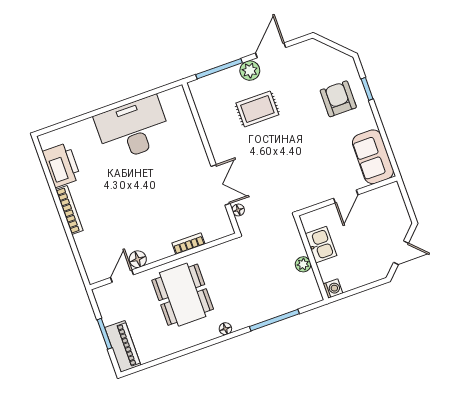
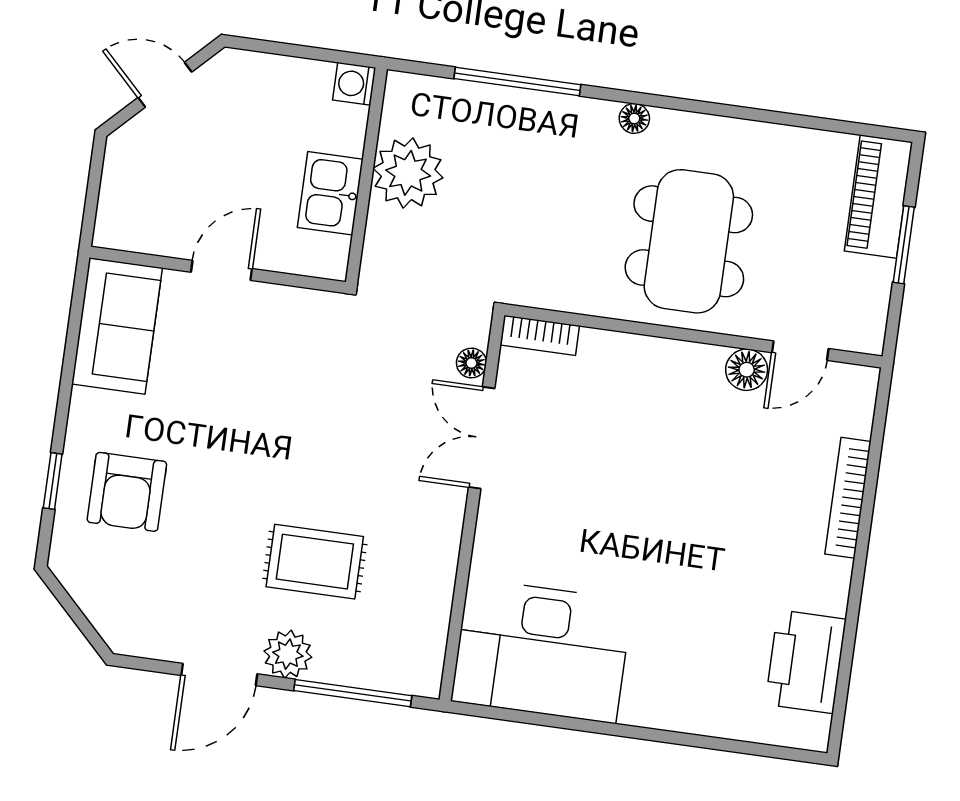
desk: (133, 129) -> (542, 651), moved
bookcase: (69, 210) -> (848, 498), moved
bookcase: (188, 244) -> (540, 335), moved
plant: (303, 264) -> (408, 173), width x1.87, depth x1.87

